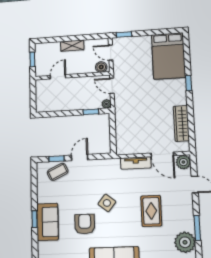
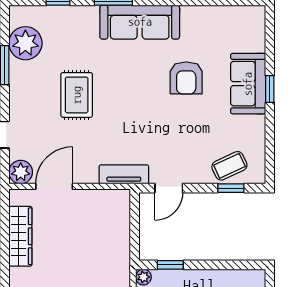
door: (162, 154) -> (54, 186), hinge flipped
door: (80, 158) -> (169, 188), moved
tv unit: (136, 163) -> (124, 174), moved
side table: (107, 203) -> (149, 111), removed

